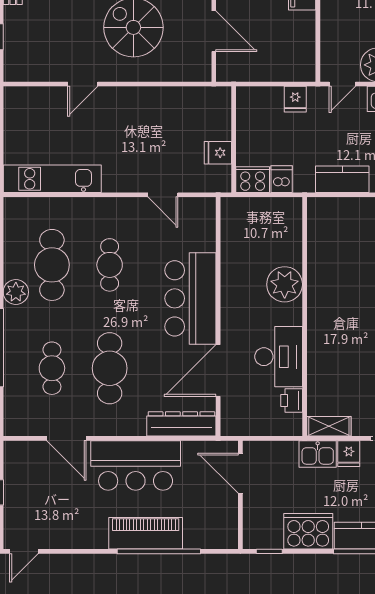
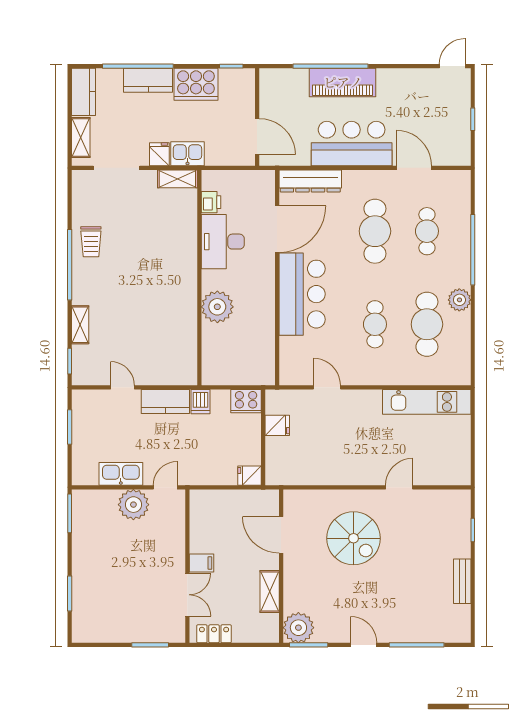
fridge: (295, 99) -> (250, 476), moved, turned -90
dishwasher: (282, 179) -> (200, 402), moved

